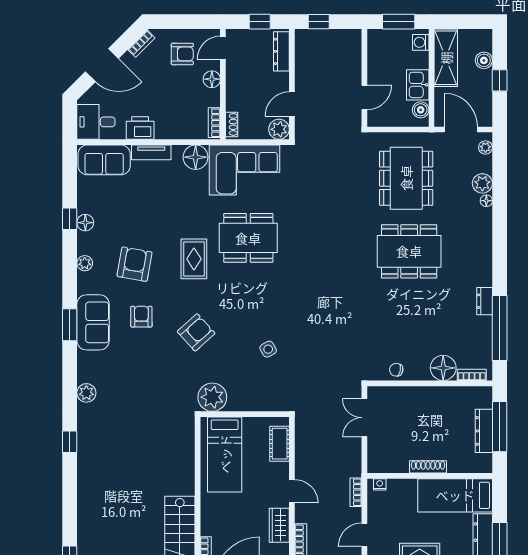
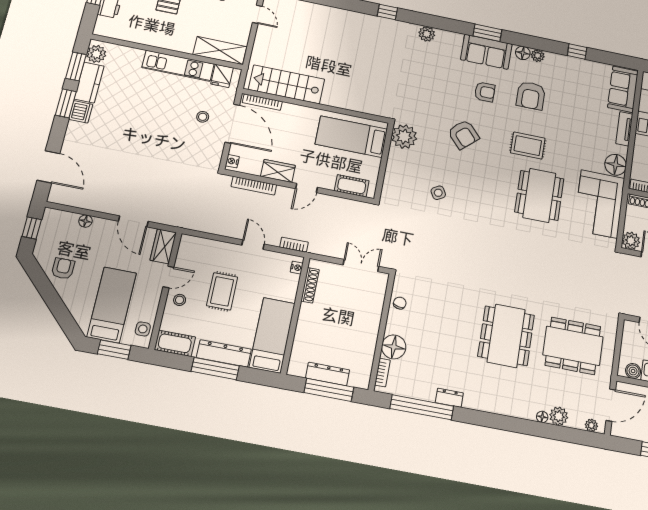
floor lamp: (85, 223) -> (523, 53), moved
armchair: (134, 264) -> (531, 96), turned 80
shoe rack: (428, 467) -> (310, 285), moved

